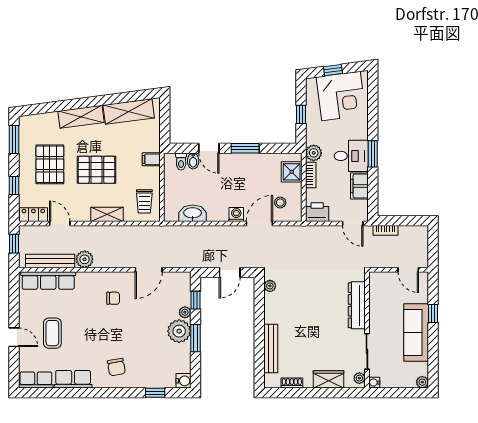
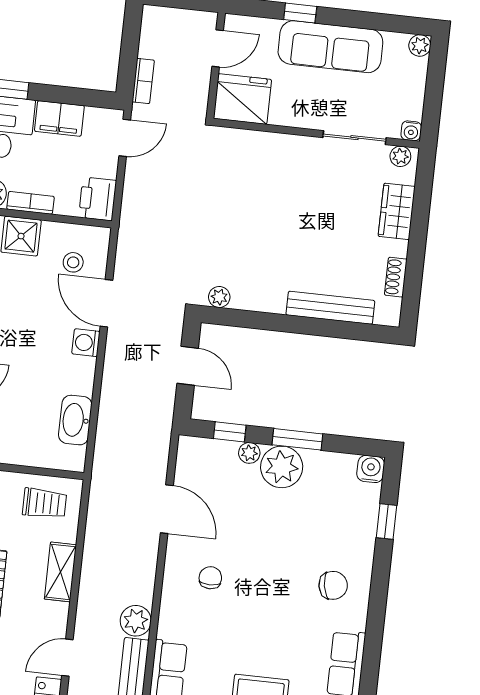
fridge: (382, 287) -> (242, 99), added
dresser: (357, 305) -> (271, 147), removed

